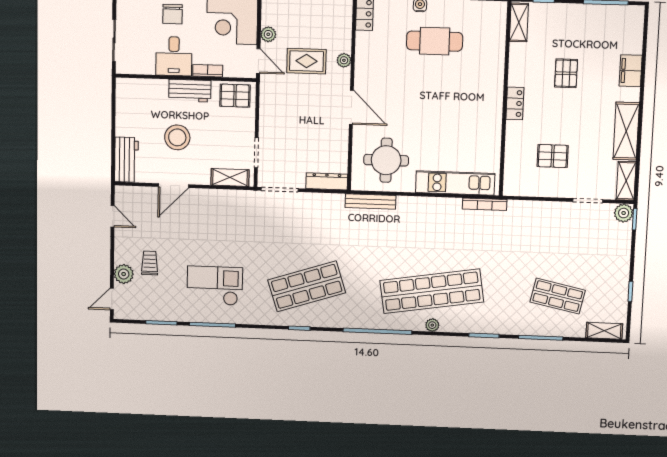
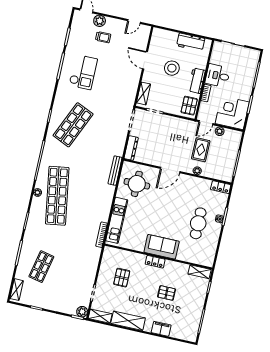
chair: (173, 14) -> (241, 80), removed
sofa: (487, 97) -> (162, 247), added
workbench: (126, 160) -> (191, 42), moved
shop shelf: (307, 286) -> (73, 125), turned 42

